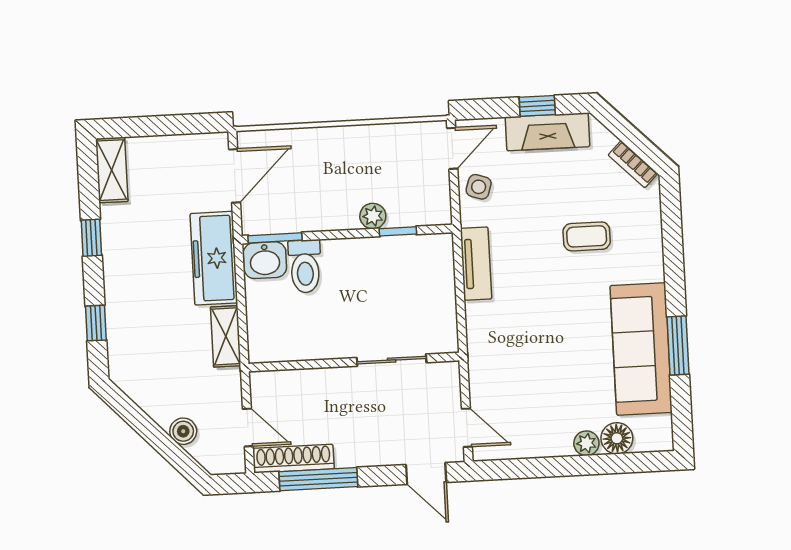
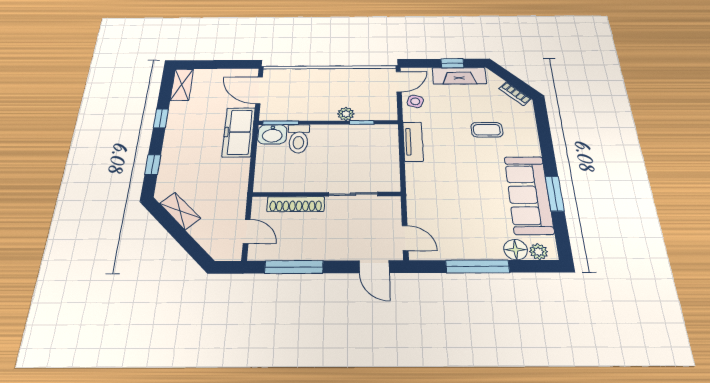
door: (235, 176) -> (259, 90), swing flipped
shelving: (226, 336) -> (180, 211), moved, turned -44
boiler: (183, 431) -> (200, 232), removed
plant: (586, 443) -> (539, 252), moved
shoe rack: (293, 459) -> (296, 204), moved, turned 180
window: (564, 466) -> (478, 266), added

